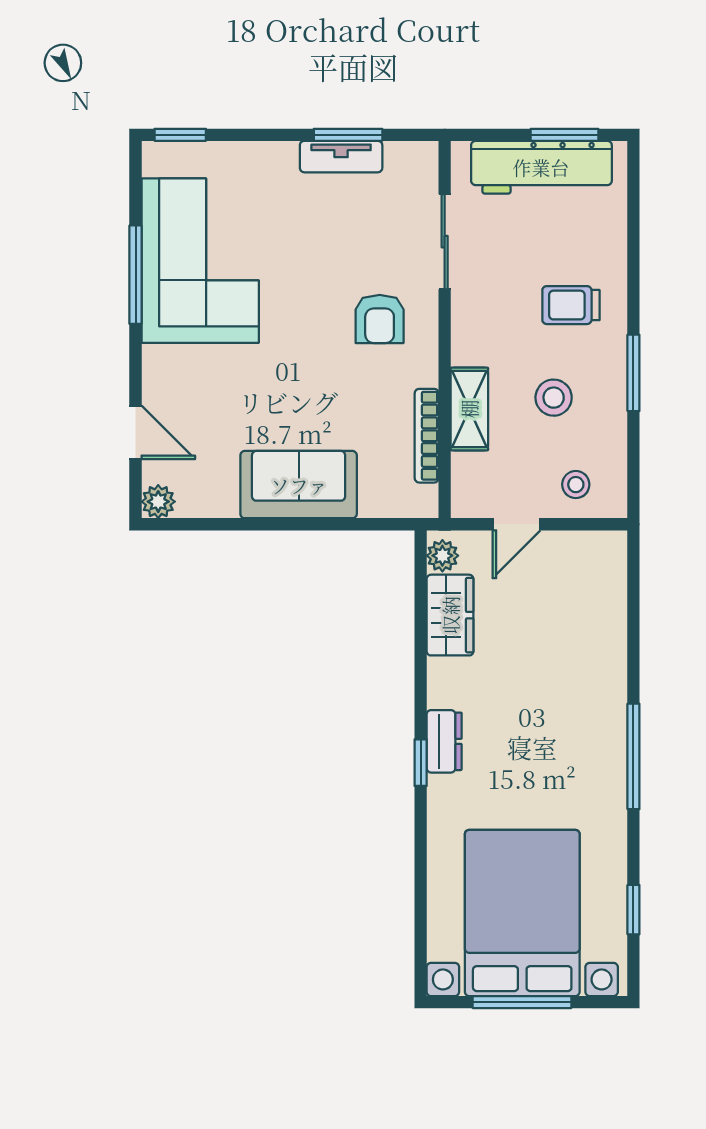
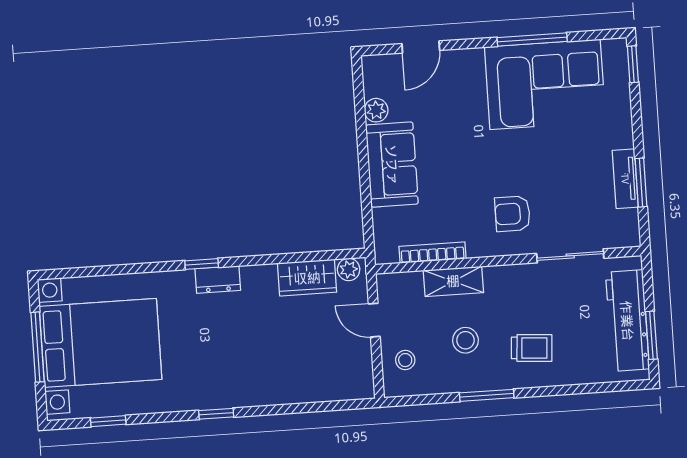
trolley: (571, 305) -> (532, 348), turned 94
plant: (158, 502) -> (376, 110), moved
window: (633, 756) -> (216, 414), width x0.46

